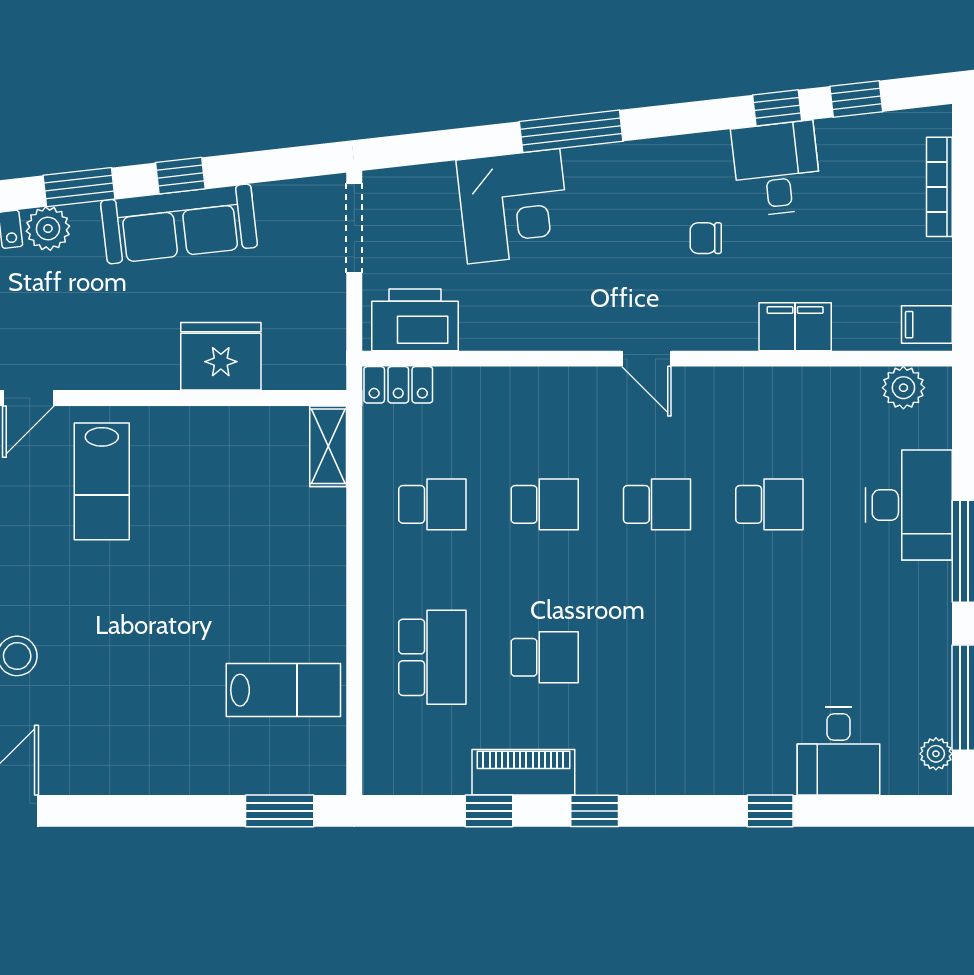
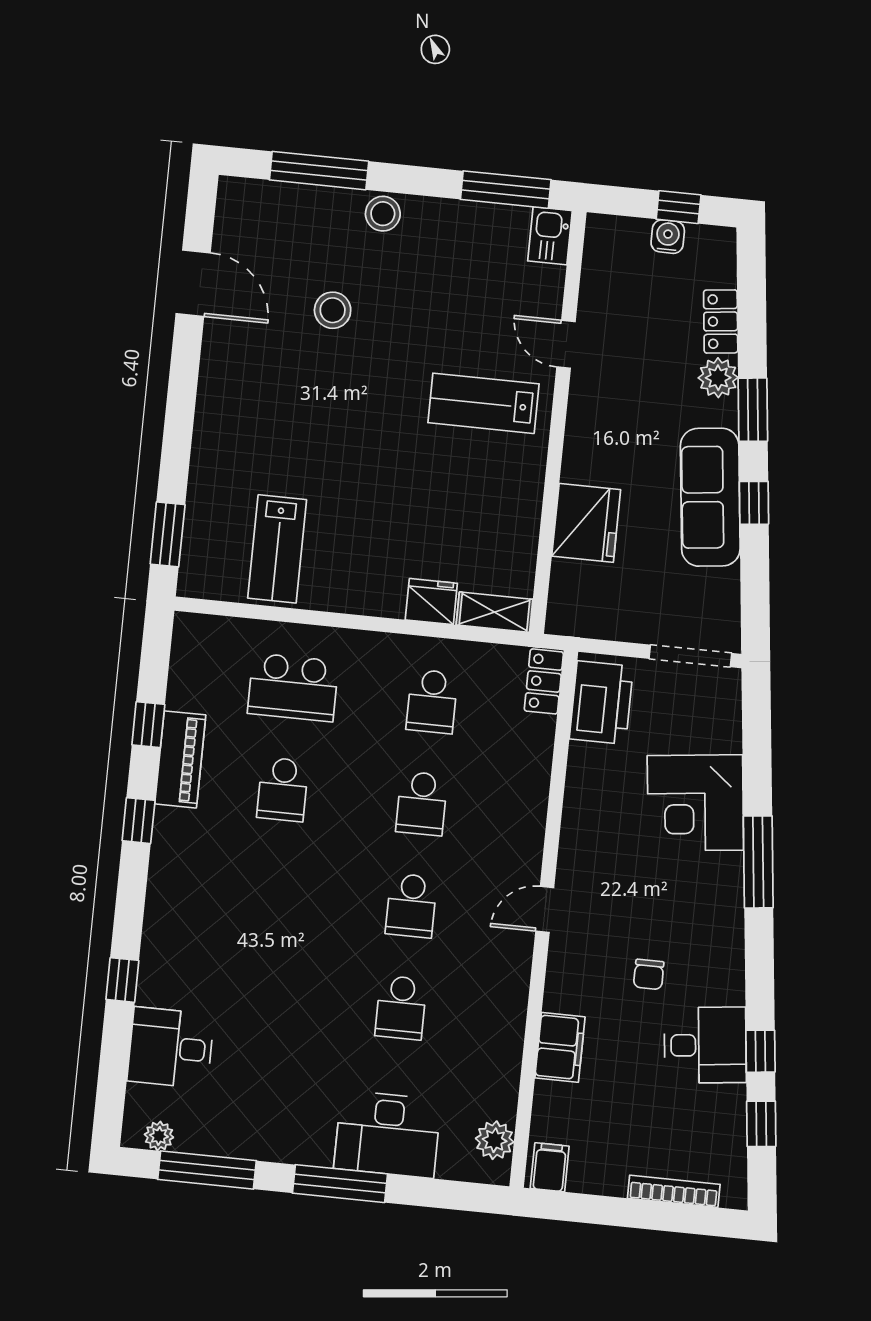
chair: (706, 238) -> (649, 974), turned 180
fridge: (324, 516) -> (431, 602), added

